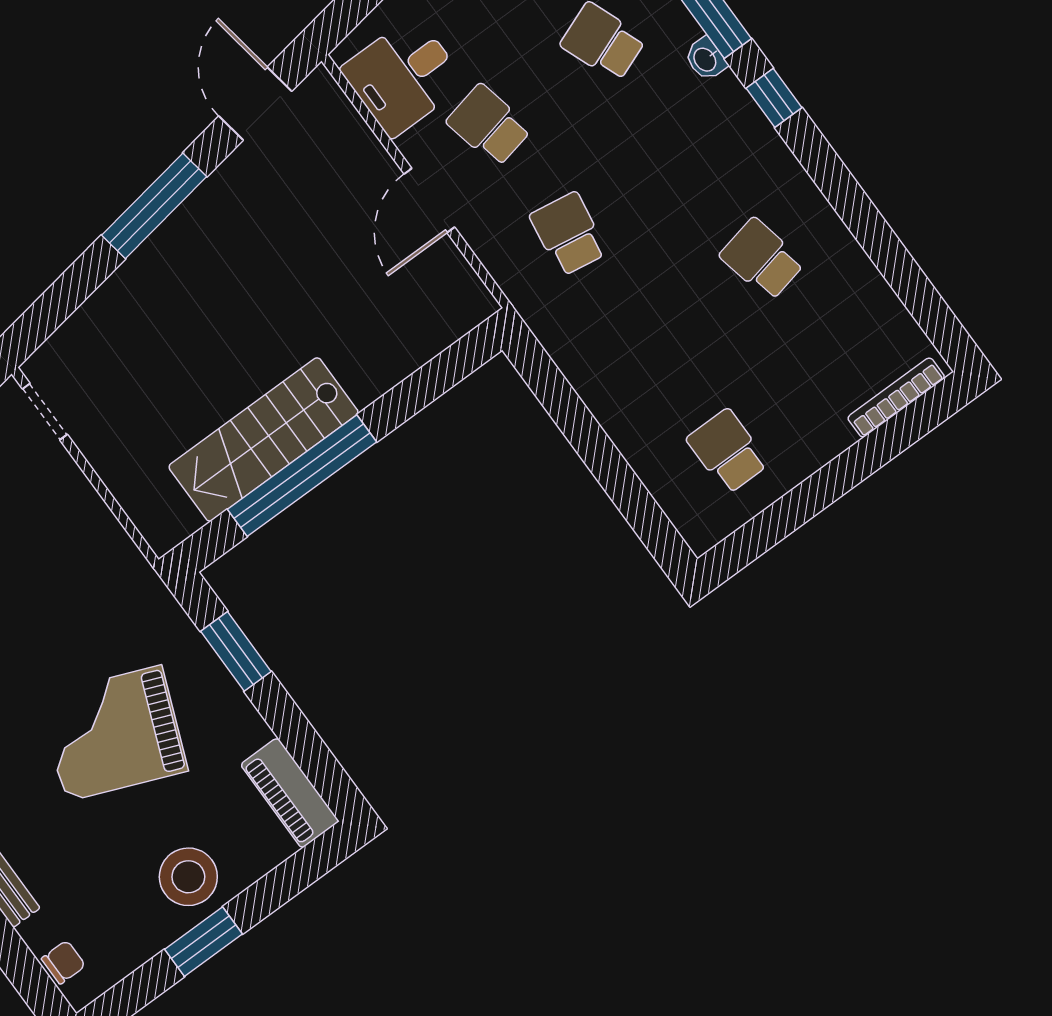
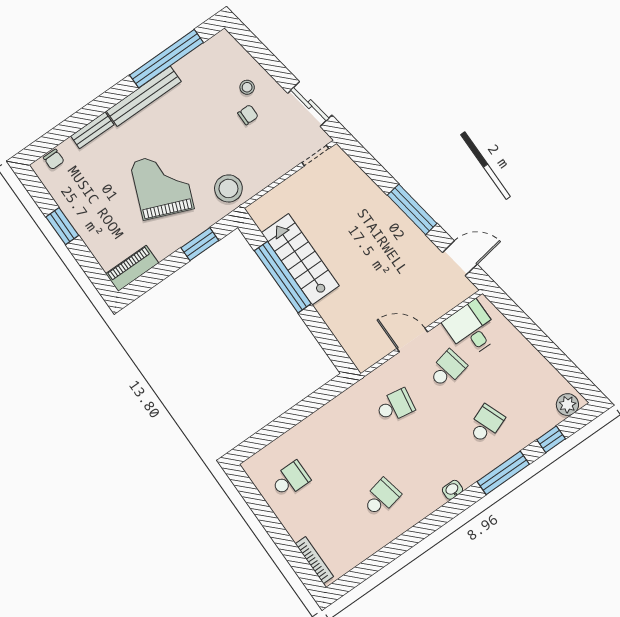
washbasin: (706, 59) -> (452, 490), moved
window: (774, 98) -> (458, 505), removed
stool: (188, 877) -> (228, 188), moved

